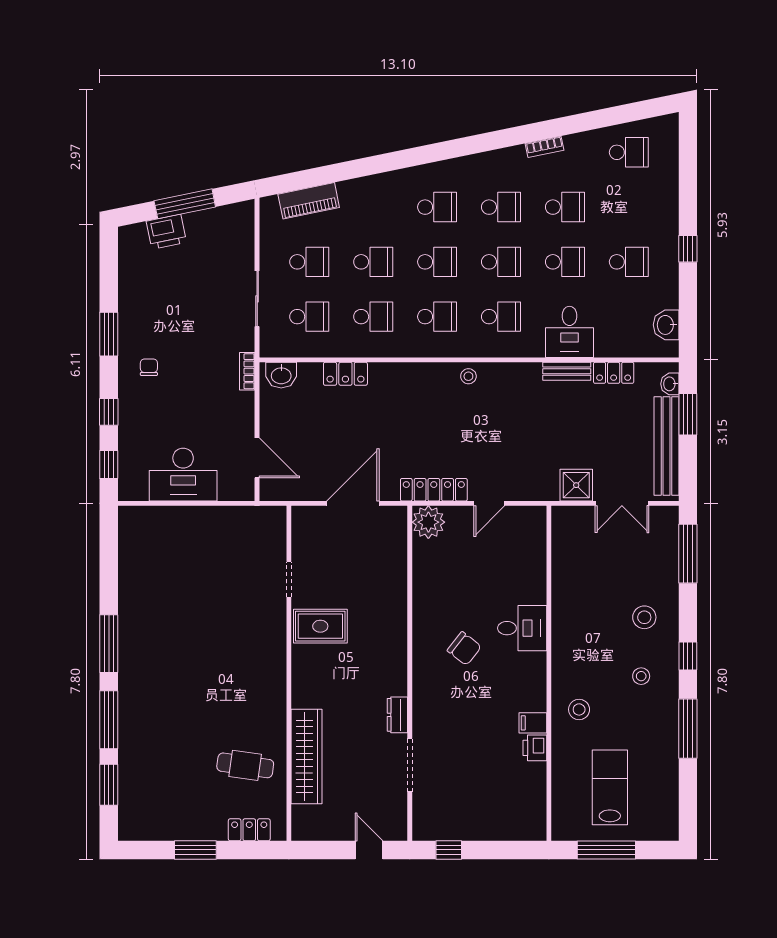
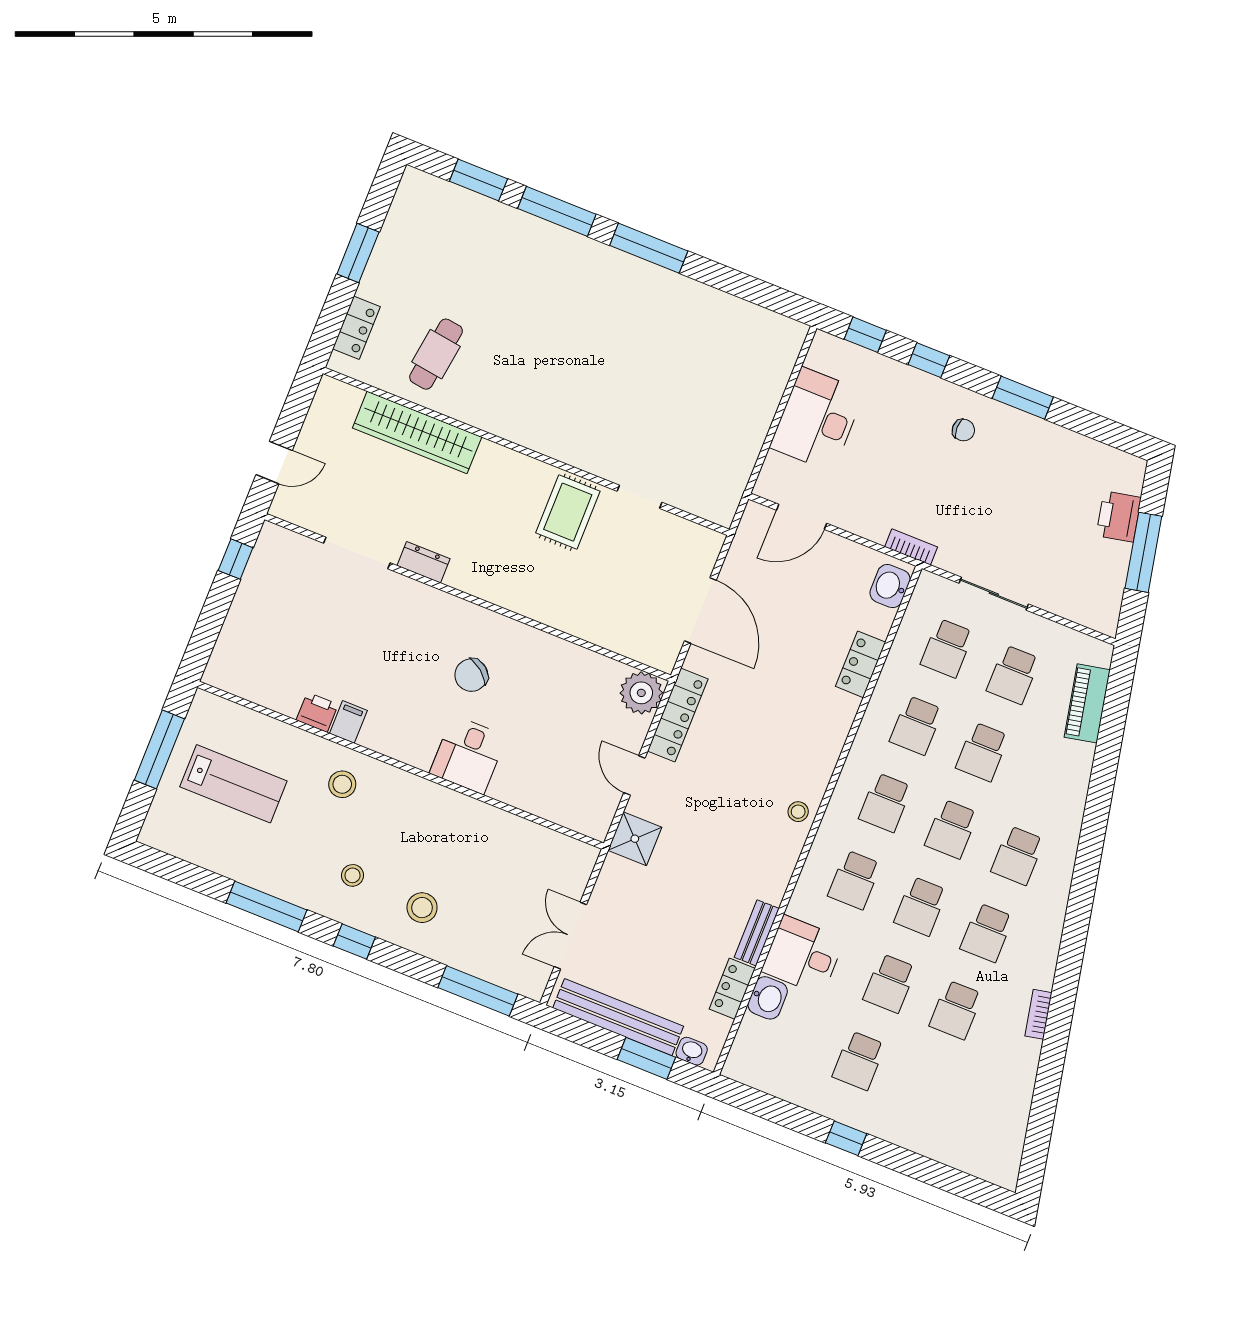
school desk: (629, 152) -> (991, 1114), removed
washbasin: (666, 325) -> (768, 998), moved, turned 90
shower: (576, 485) -> (635, 839), moved

